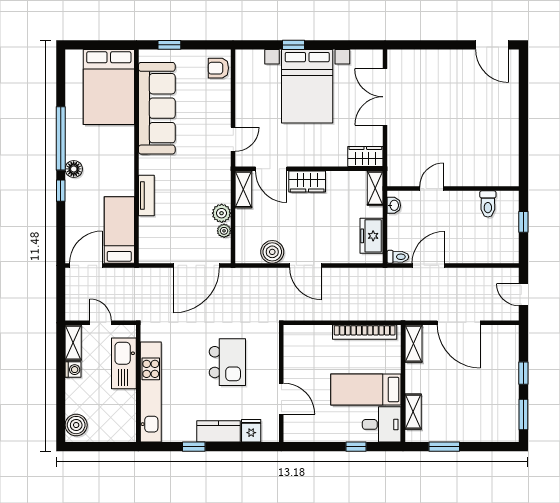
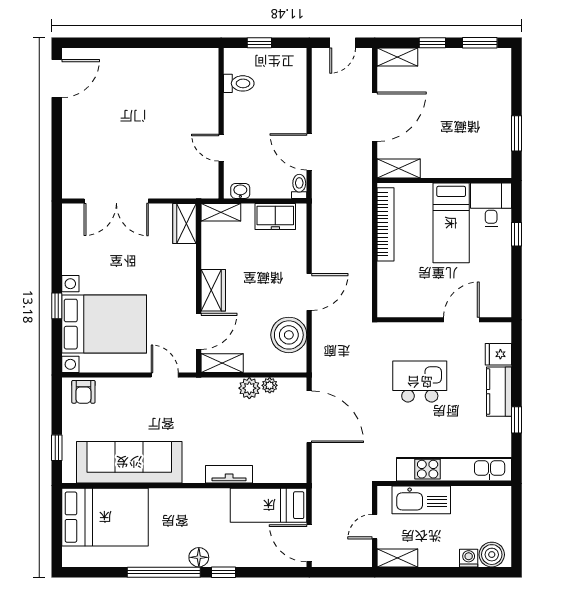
bed with nightstands: (307, 86) -> (104, 324), moved
boiler: (272, 252) -> (289, 335), width x1.37, depth x1.37
washing machine: (73, 370) -> (469, 558), moved
shelving: (413, 412) -> (397, 57), moved

